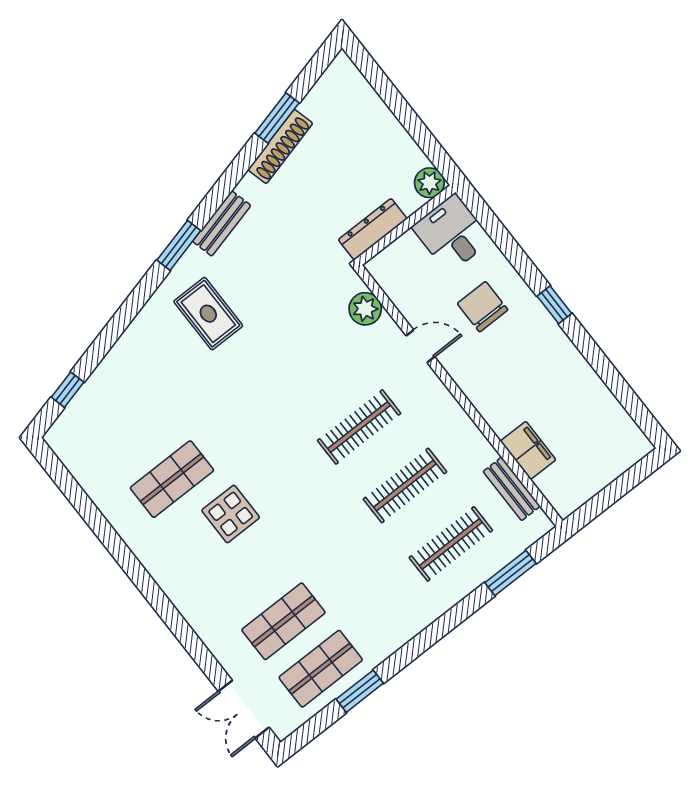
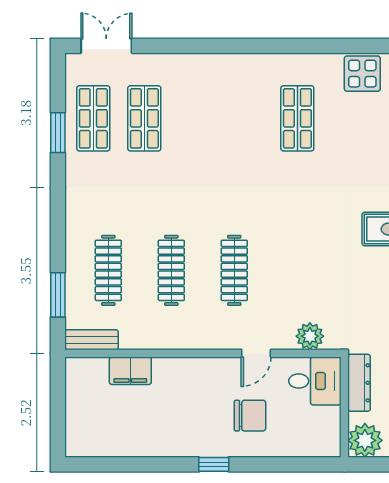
plant: (429, 183) -> (365, 440), width x1.36, depth x1.36
desk: (452, 234) -> (315, 381), moved
bench: (512, 489) -> (92, 340), moved
display table: (231, 514) -> (362, 74), moved

